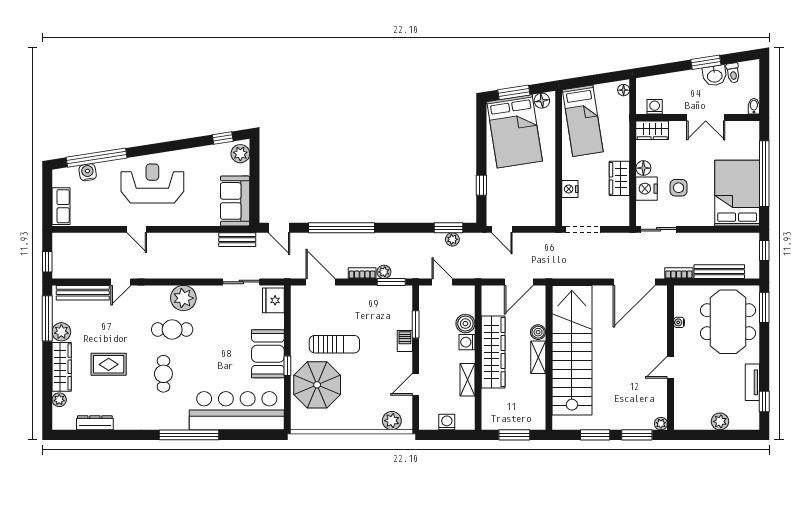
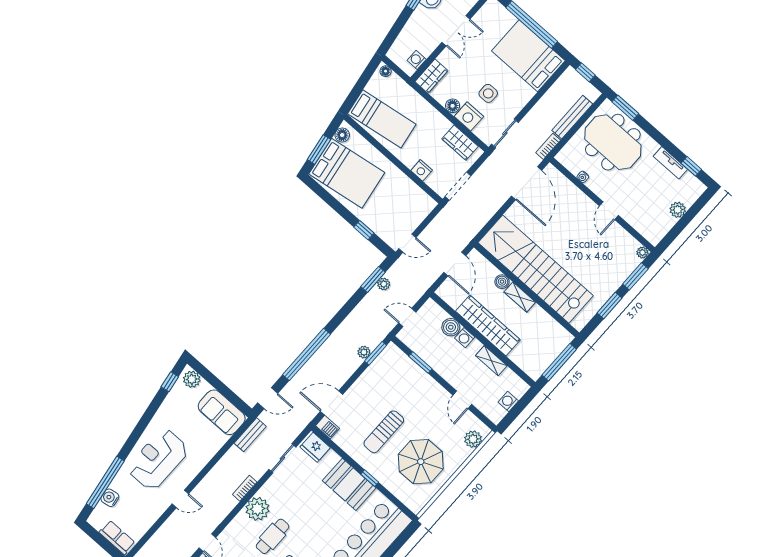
wardrobe: (619, 178) -> (460, 143), moved
bookcase: (362, 273) -> (245, 488), moved
barbecue: (405, 341) -> (327, 427), moved, turned 180
sun lounger: (334, 344) -> (384, 432), turned 180
parasol: (317, 385) -> (421, 462), moved
window: (514, 435) -> (559, 362), width x1.44

